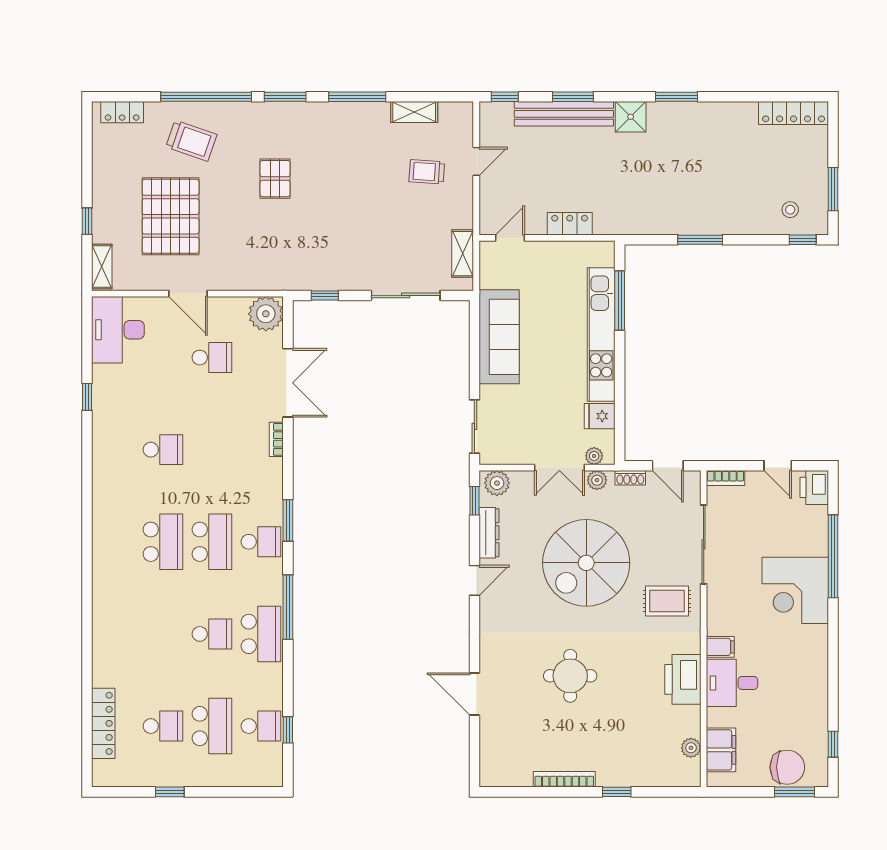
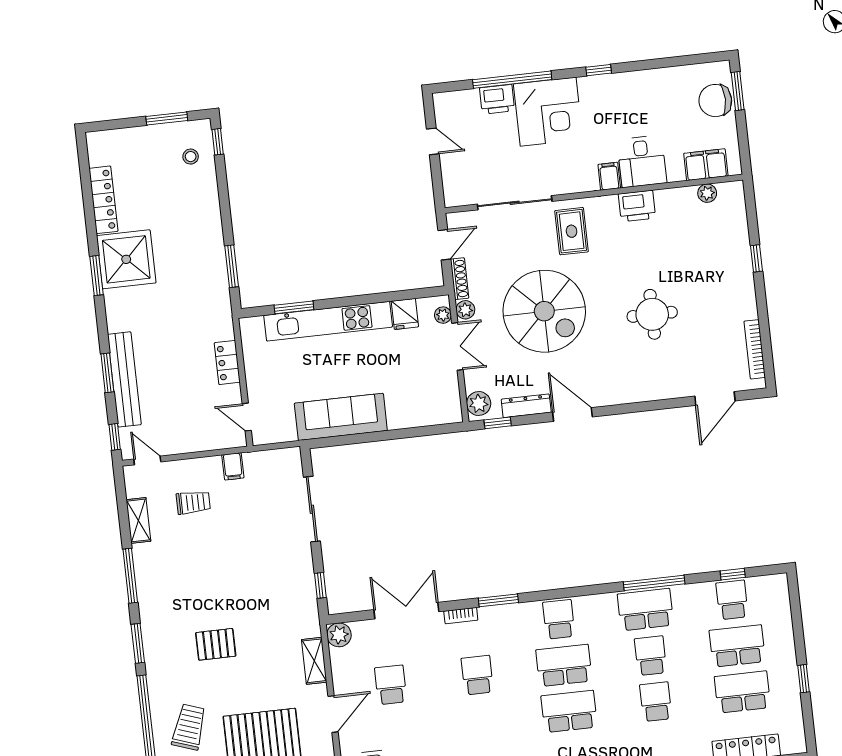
locker: (794, 113) -> (103, 200), moved
shower: (631, 117) -> (126, 259), moved, width x1.86, depth x1.86
door: (476, 161) -> (147, 460), moved
trolley: (427, 172) -> (193, 502), turned -94
filing cabinet: (460, 218) -> (233, 466), added
window: (700, 240) -> (232, 266), moved
shelving: (463, 254) -> (314, 661), moved, turned 90
window: (620, 300) -> (294, 307), width x0.69
plant: (266, 314) -> (339, 635), width x0.73, depth x0.73
sliding door: (474, 426) -> (428, 431), removed
school desk: (163, 450) -> (477, 675), moved
door: (778, 466) -> (433, 141), hinge flipped
shoe rack: (630, 478) -> (460, 279), width x1.43
bookcase: (726, 478) -> (450, 189), removed
printer: (814, 487) -> (497, 99), moved
window: (288, 520) -> (498, 600), moved
door: (474, 580) -> (573, 414), width x1.38
window: (288, 607) -> (654, 583), moved
school desk: (163, 634) -> (656, 702), added
printer: (683, 679) -> (637, 206), width x0.73, depth x0.84
door: (474, 694) -> (715, 398), moved
school desk: (163, 726) -> (742, 692), width x1.85
window: (833, 744) -> (599, 70), moved
chair: (787, 767) -> (715, 101), turned -90
bookcase: (564, 779) -> (755, 349), moved

